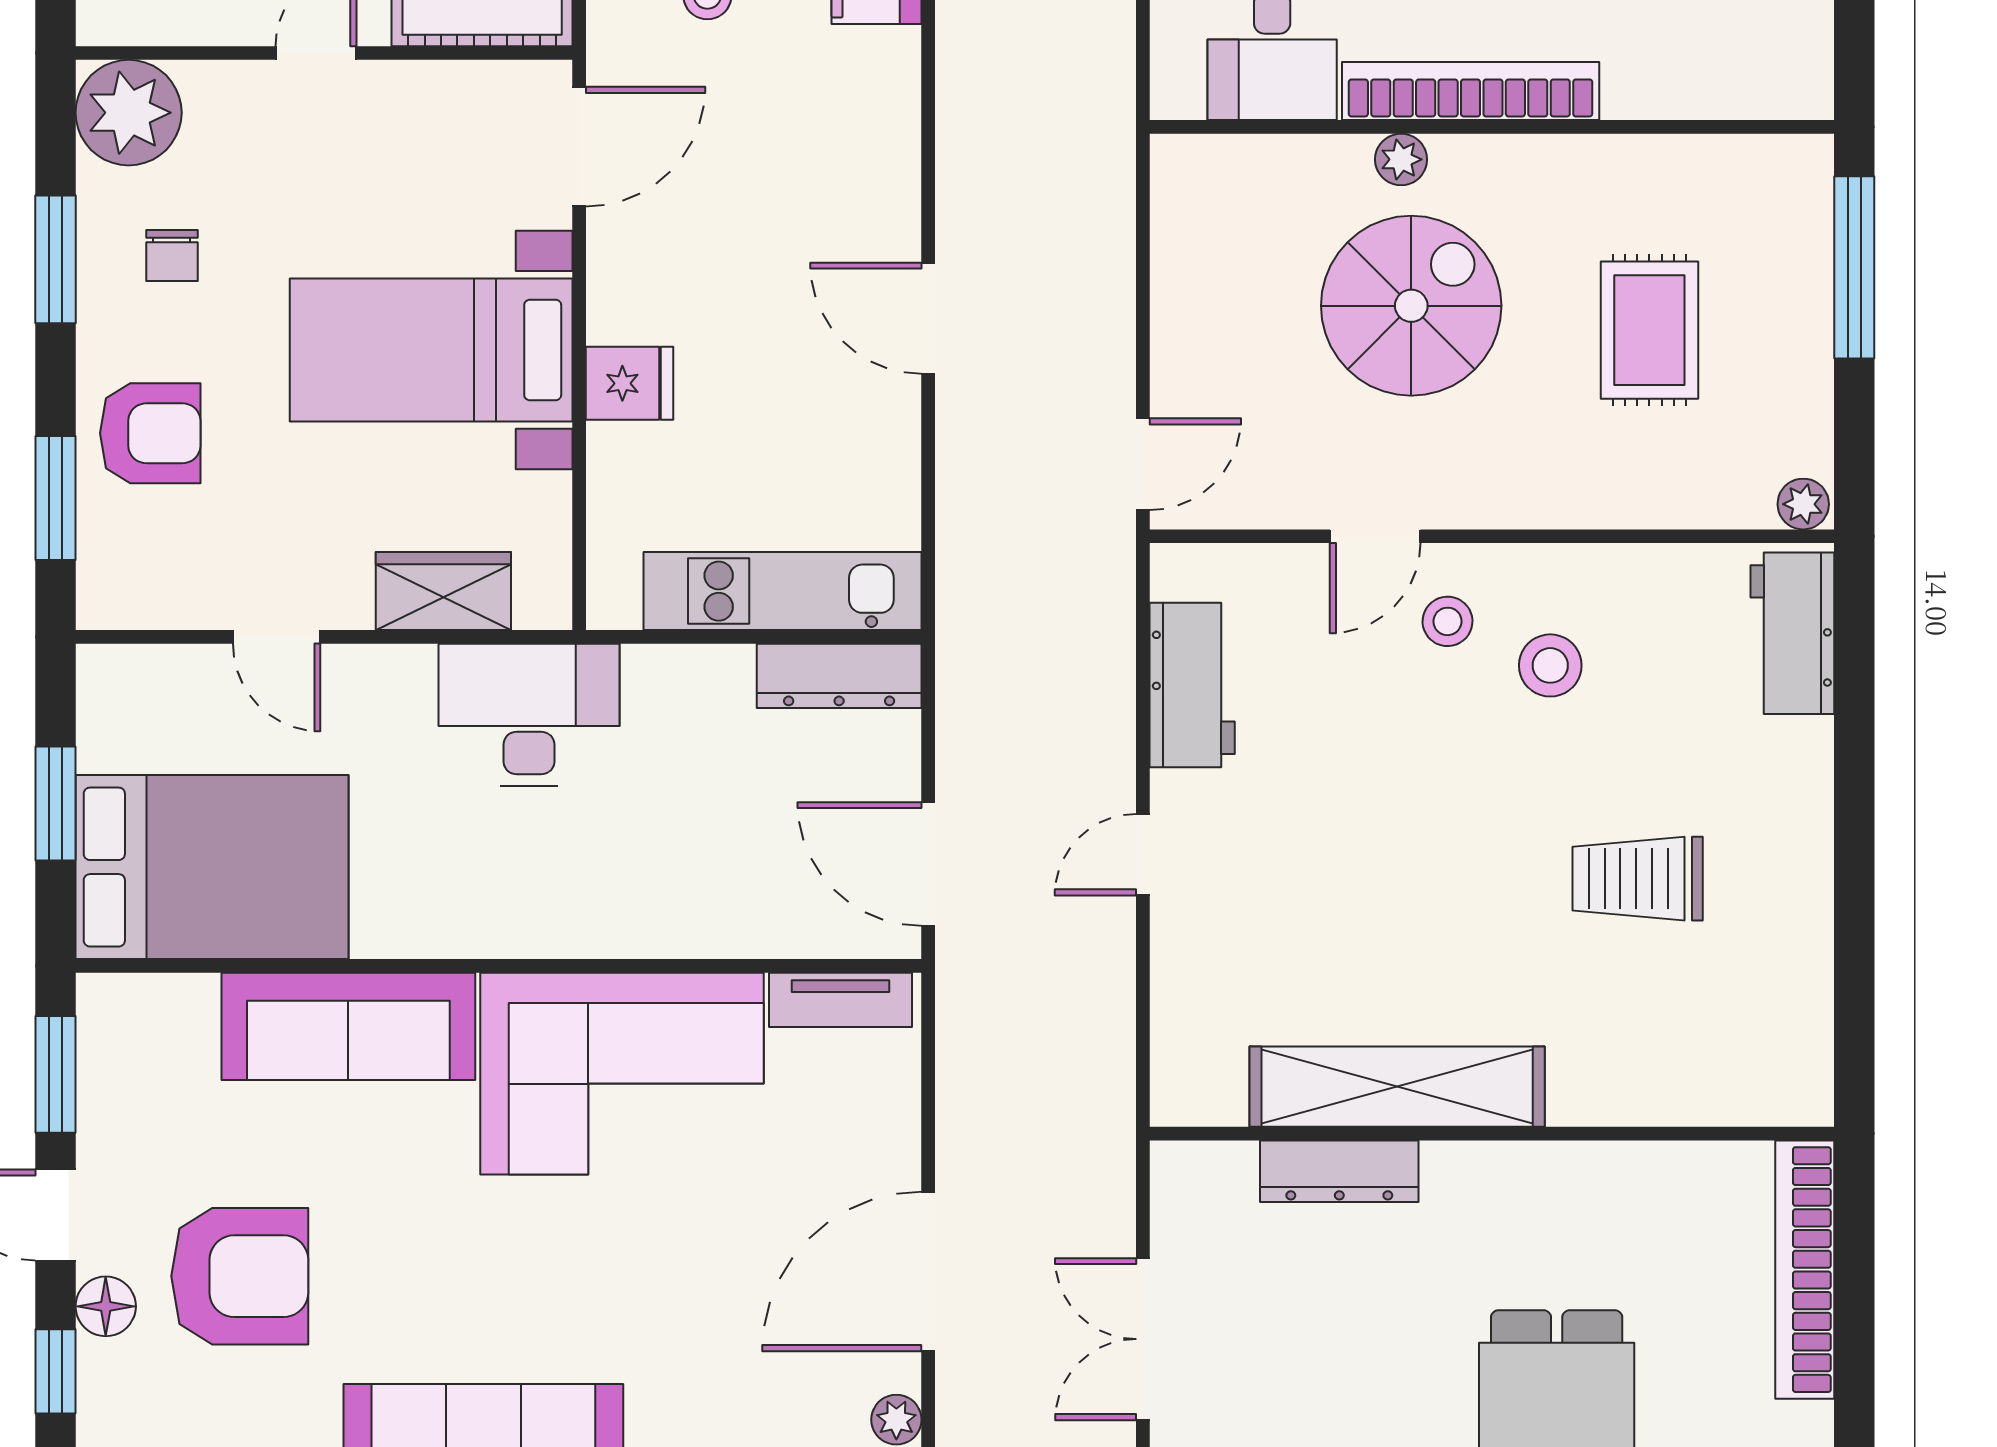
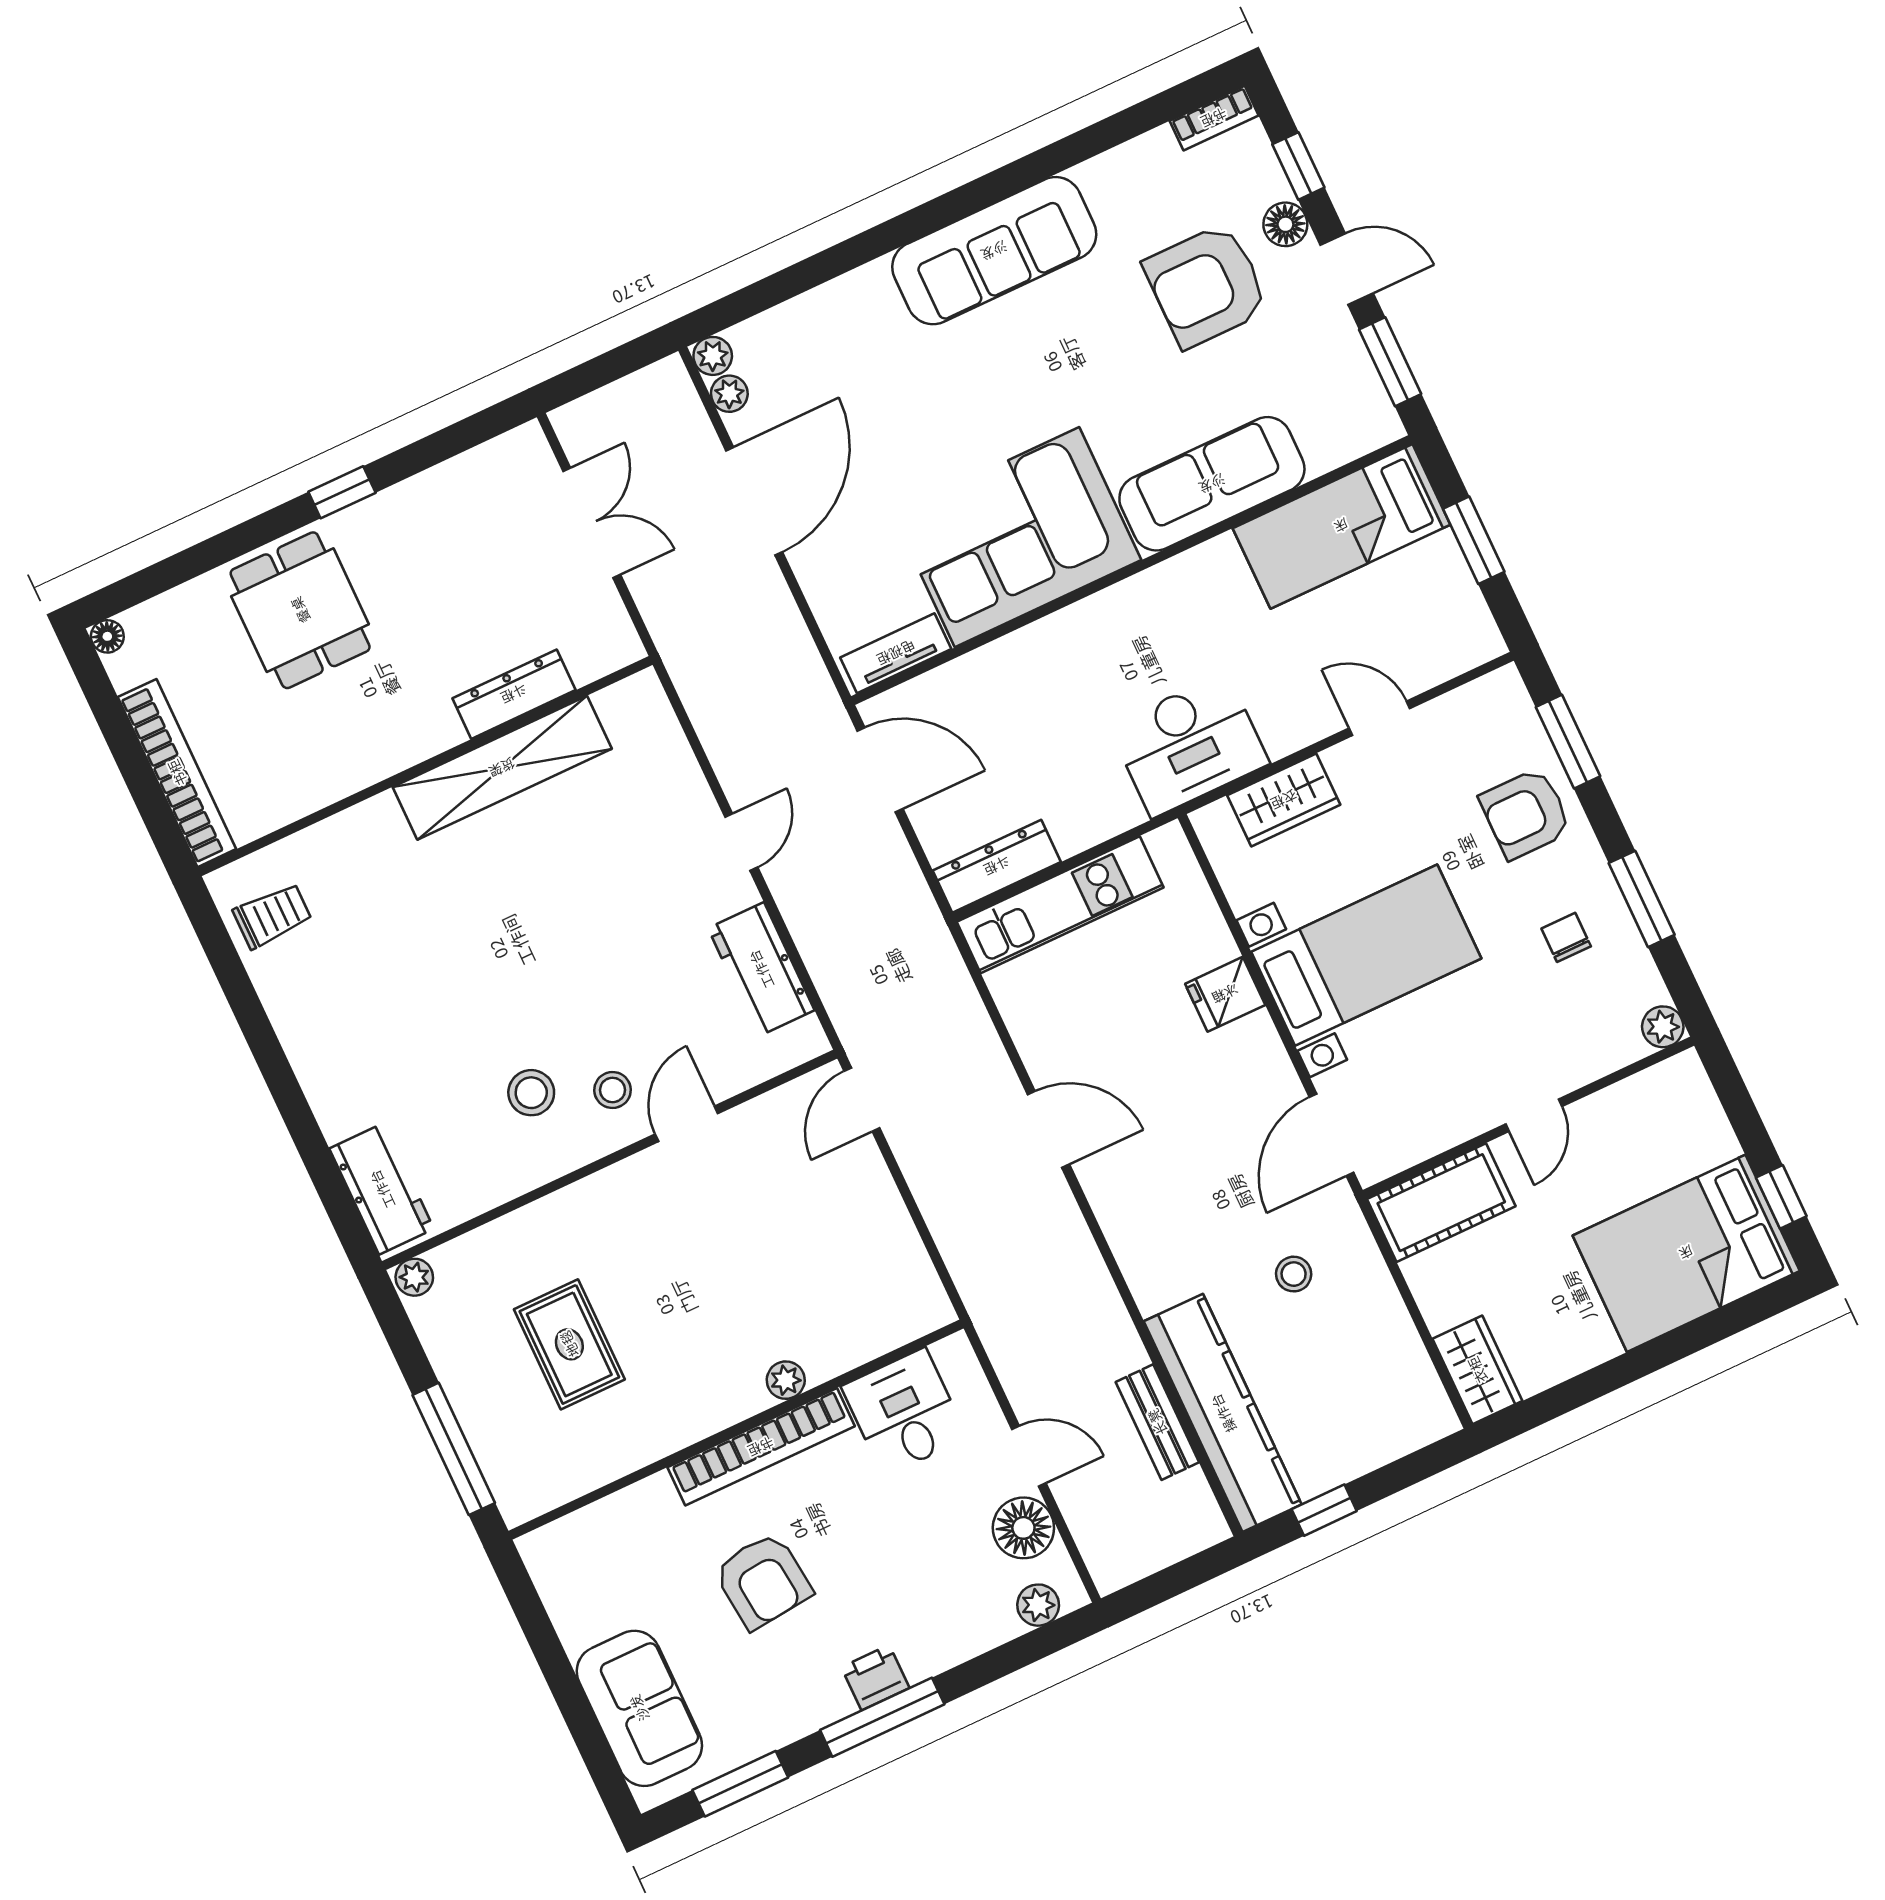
plant: (129, 113) -> (1663, 1027), width x0.53, depth x0.53
spiral stairs: (1411, 306) -> (734, 1287), removed
bed: (212, 867) -> (1341, 526), width x0.67
trolley: (1638, 879) -> (272, 916), moved, width x0.73, depth x0.72

